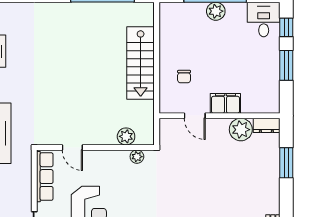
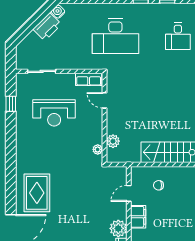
door: (72, 148) -> (105, 100), hinge flipped
row of seats: (45, 177) -> (89, 79), width x0.68

